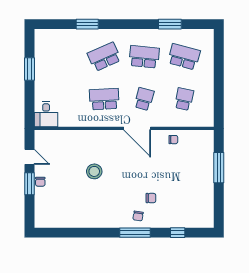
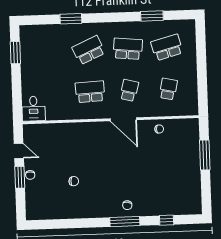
school desk: (184, 57) -> (167, 47), turned -30
window: (30, 69) -> (15, 53), moved
stool: (94, 171) -> (83, 163), removed
chair: (151, 198) -> (74, 181), moved

